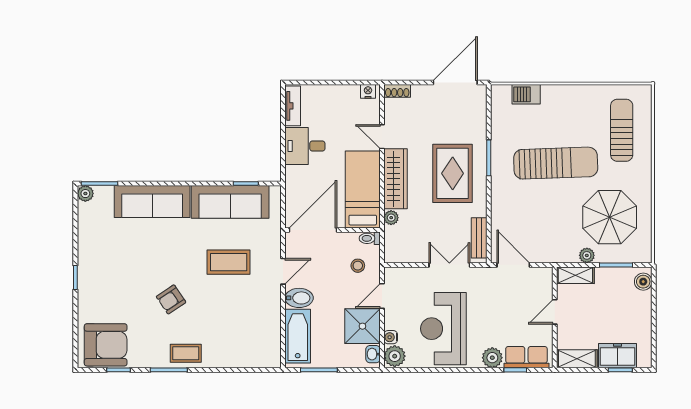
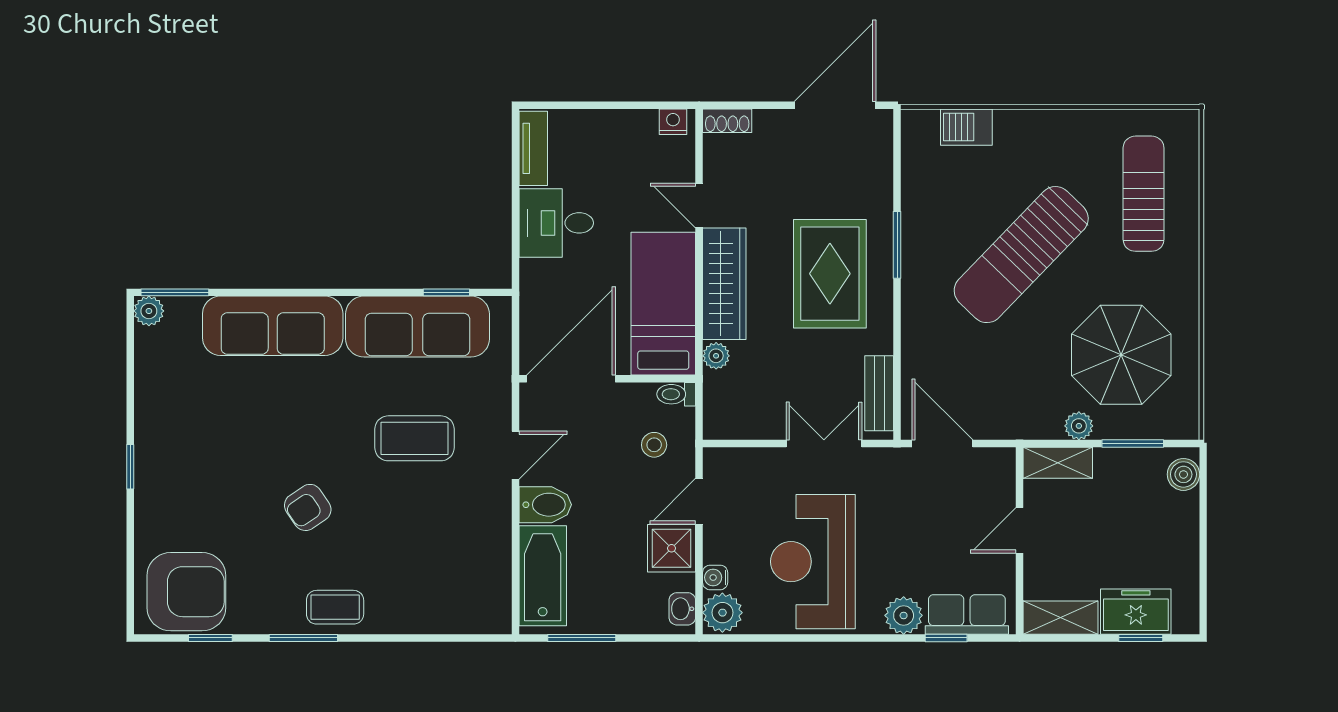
sun lounger: (556, 163) -> (1021, 255), turned 136
shower: (362, 326) -> (672, 548), width x0.73, depth x0.73

